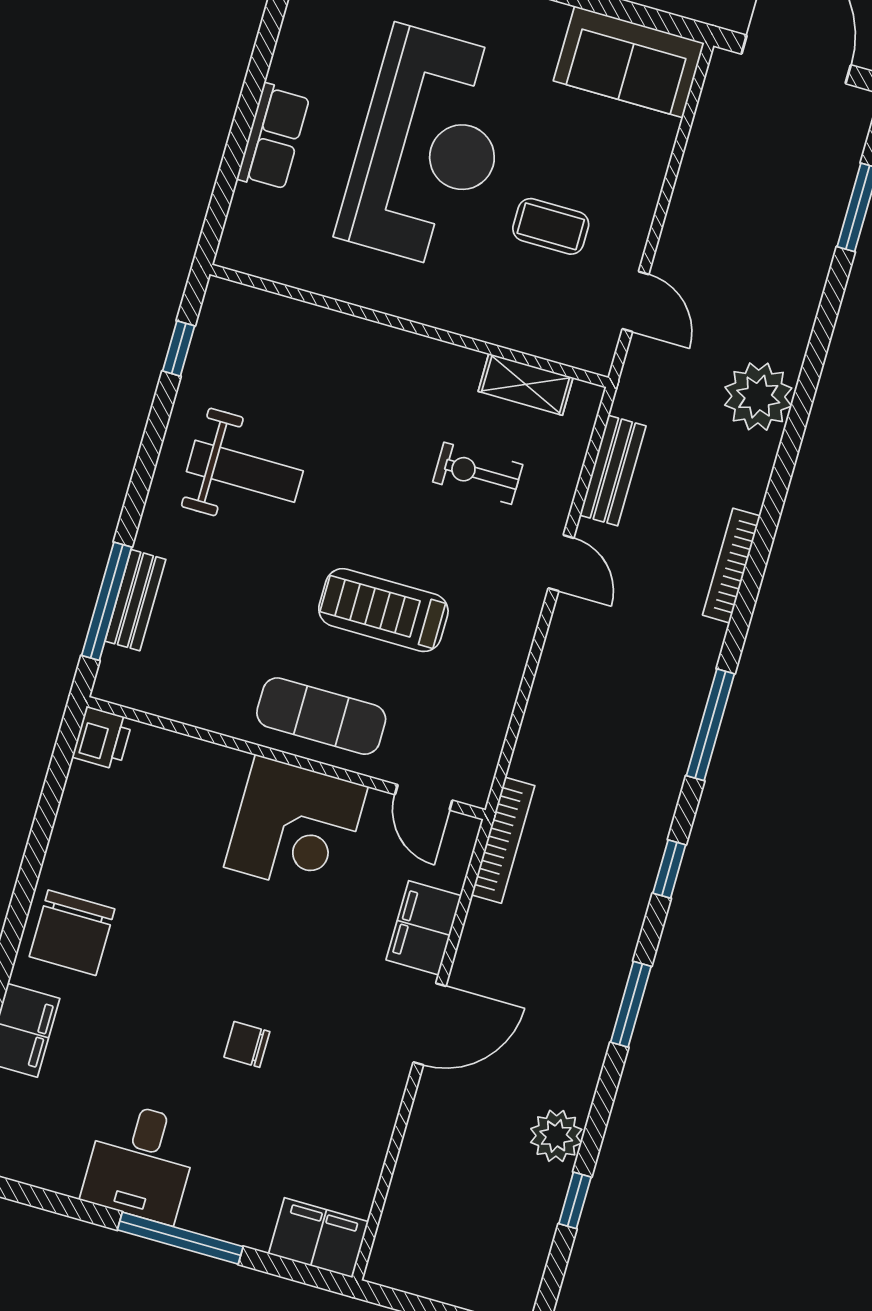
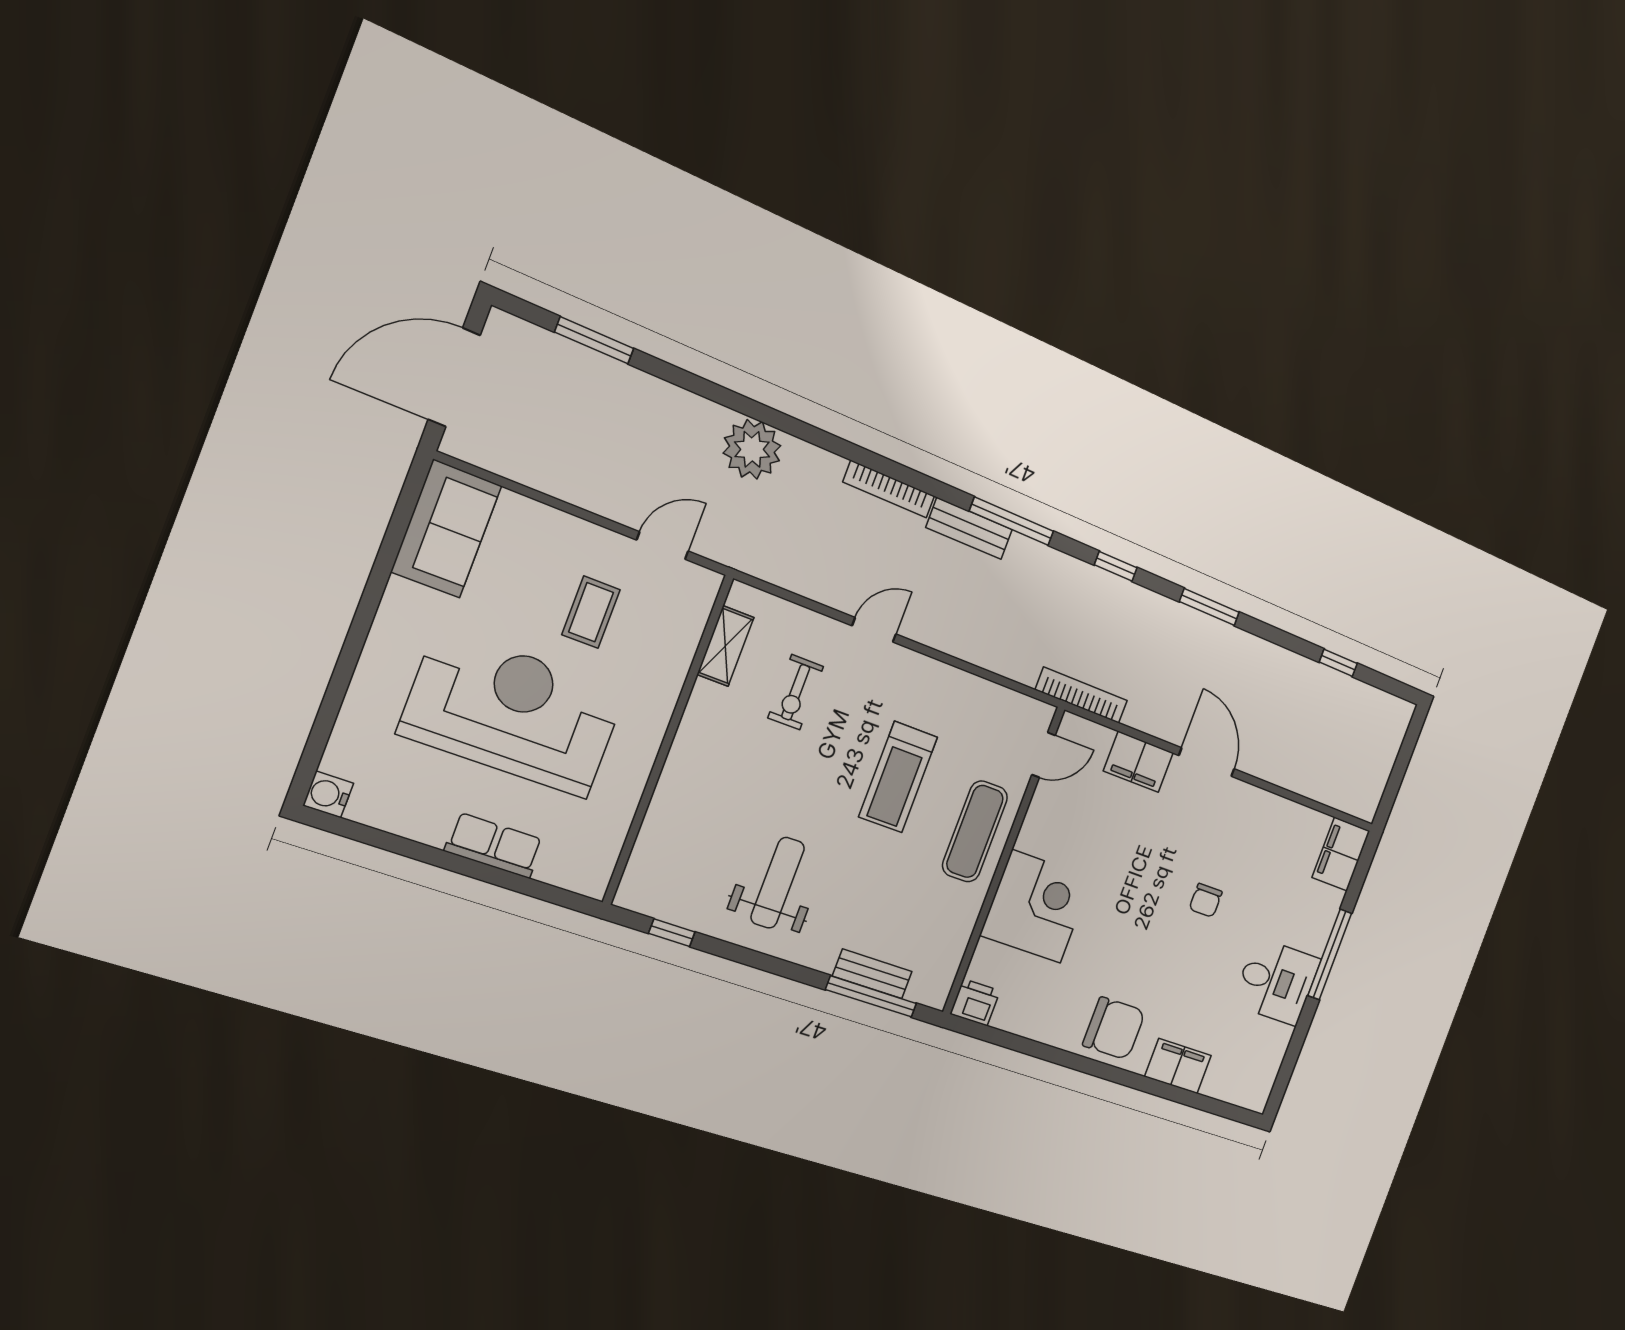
bench: (613, 471) -> (969, 529), moved
corner desk: (296, 827) -> (1036, 906), moved
plant: (556, 1136) -> (1294, 673), removed

